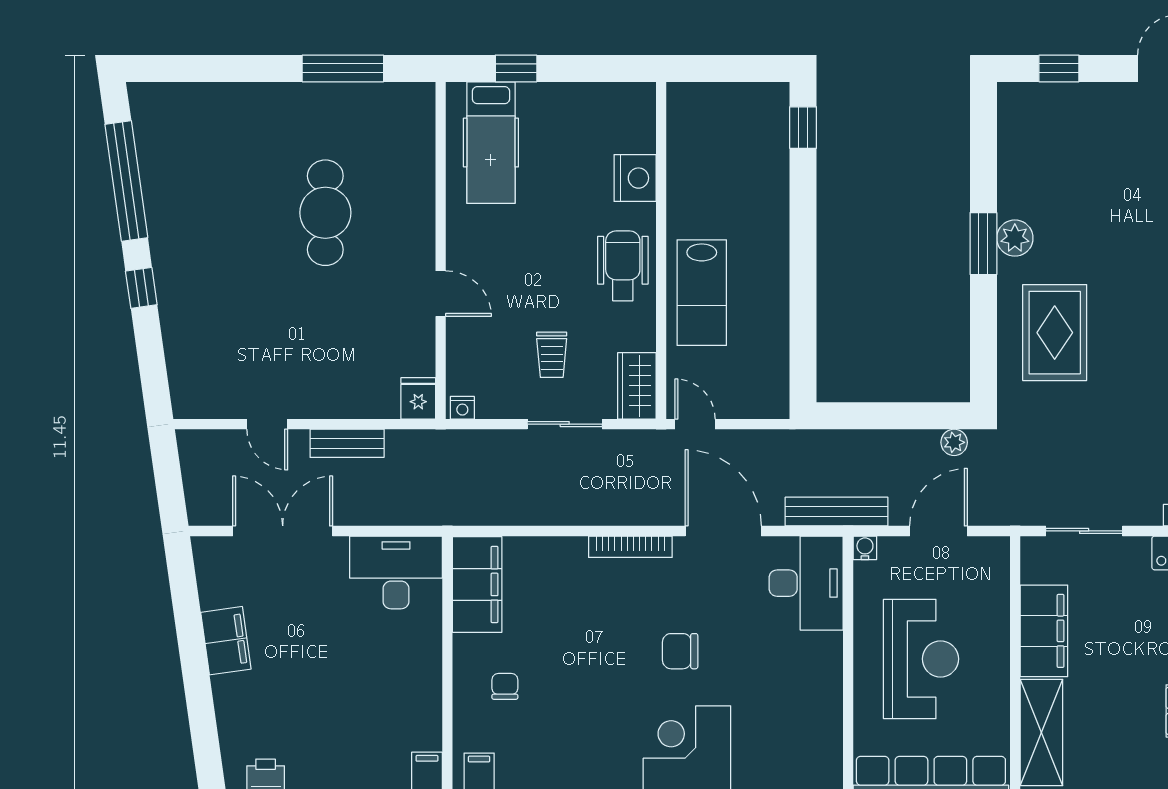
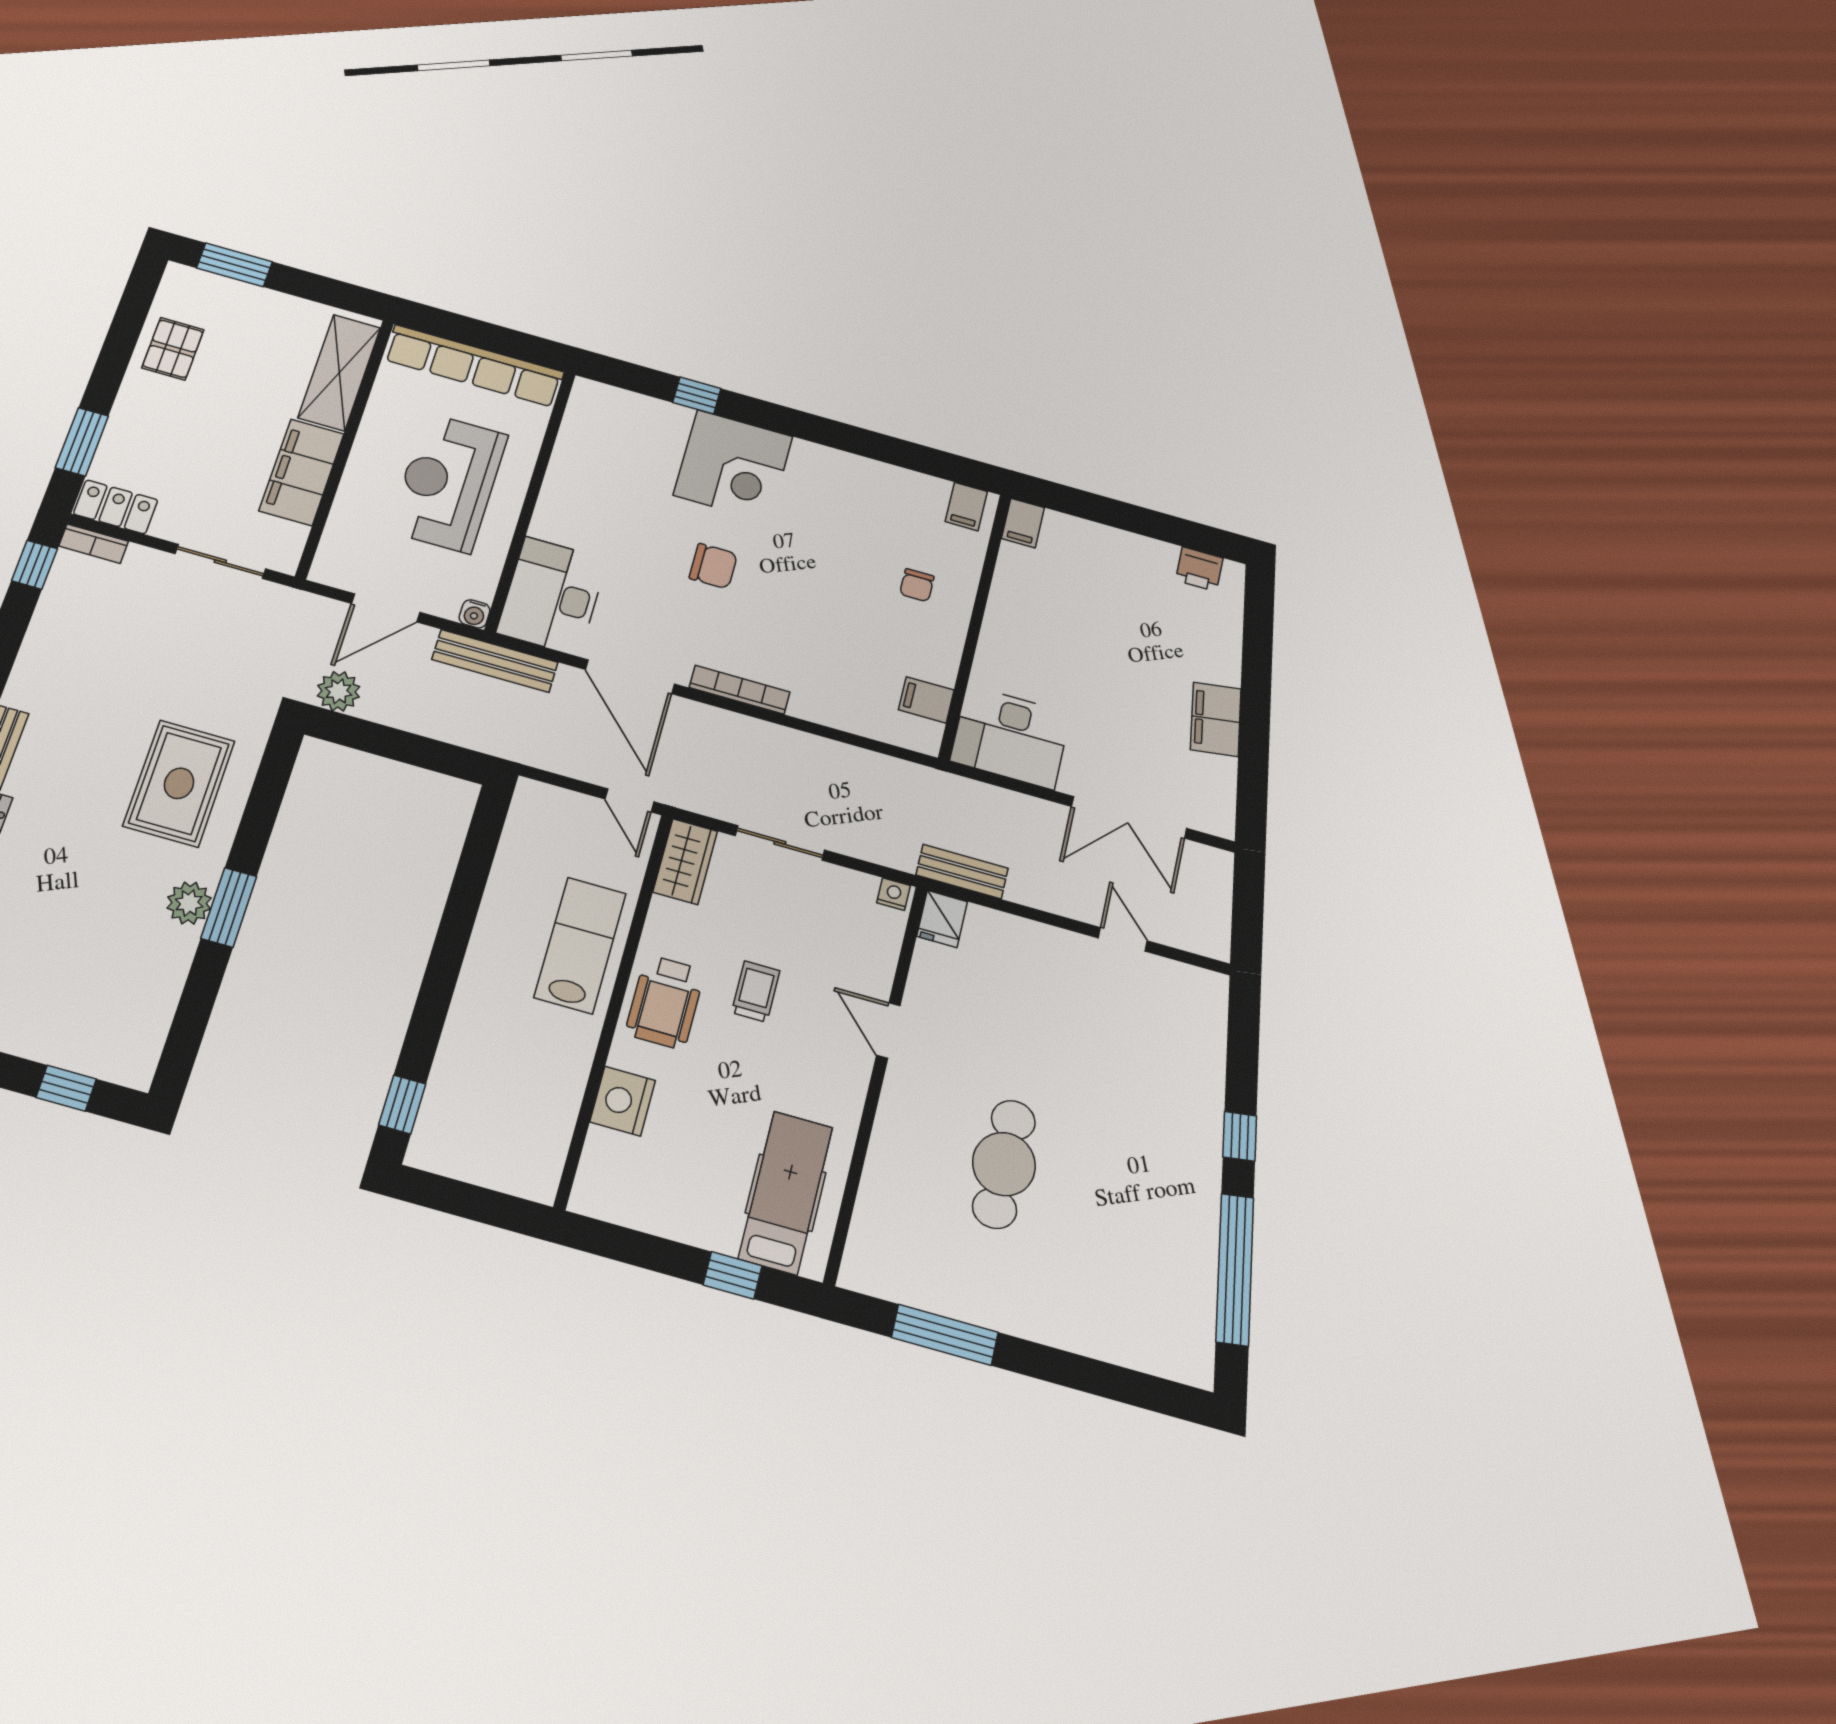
trolley: (552, 355) -> (756, 992), moved
plant: (954, 442) -> (339, 691), width x1.38, depth x1.38
bench: (347, 443) -> (962, 872), moved
filing cabinet: (477, 584) -> (926, 700), width x0.33, depth x0.86

